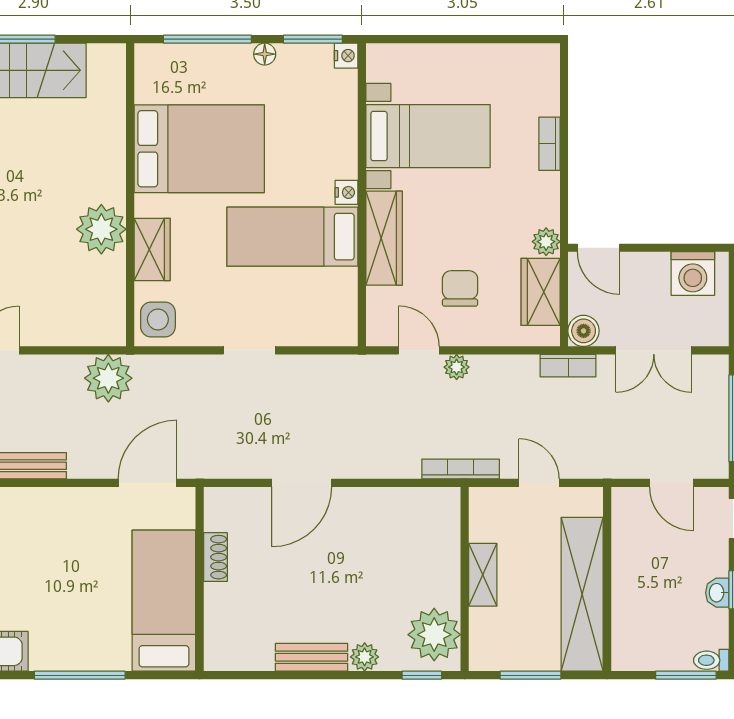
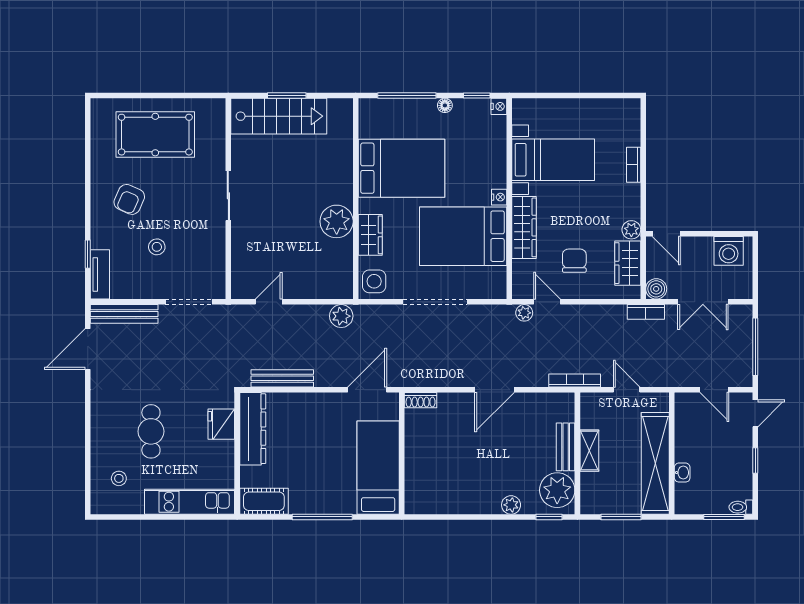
window: (313, 39) -> (477, 95), width x0.67
bed: (292, 237) -> (463, 236), width x1.50
doorway: (249, 350) -> (435, 302), width x1.87
plant: (457, 367) -> (524, 313), moved
plant: (108, 378) -> (341, 316), width x0.73, depth x0.73
door: (302, 483) -> (495, 390), moved
shoe rack: (215, 557) -> (421, 400), moved, turned 90
washbasin: (717, 593) -> (682, 473), moved, turned 180
bench: (312, 657) -> (566, 447), moved, turned 90

